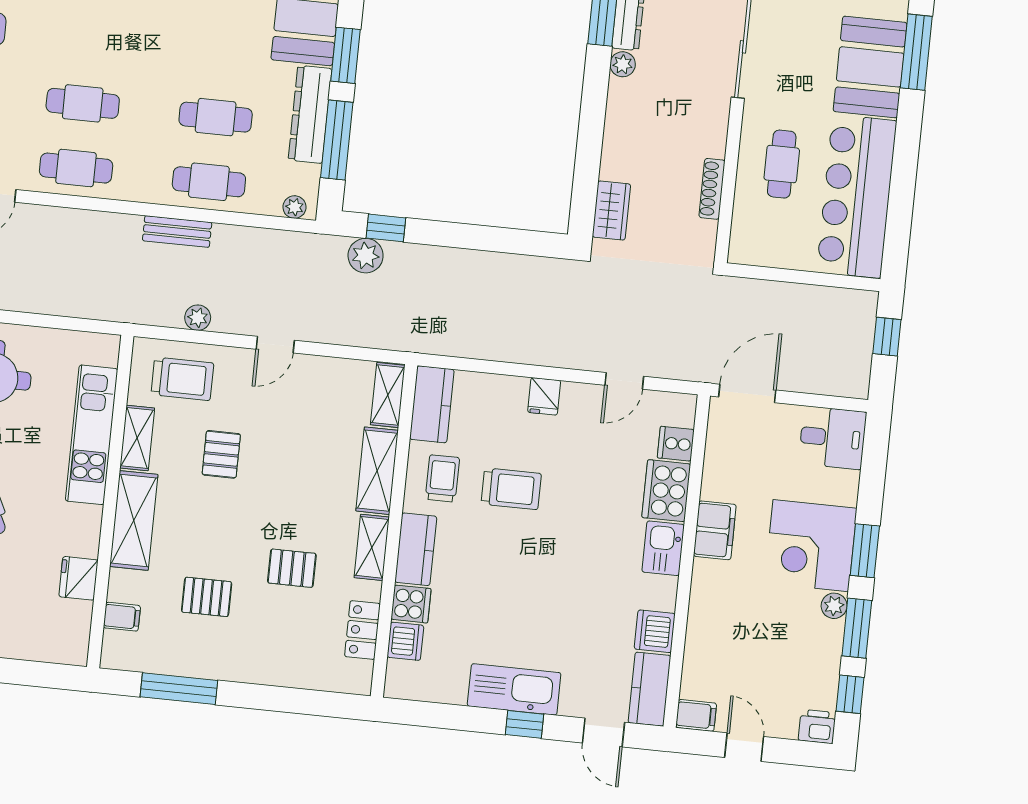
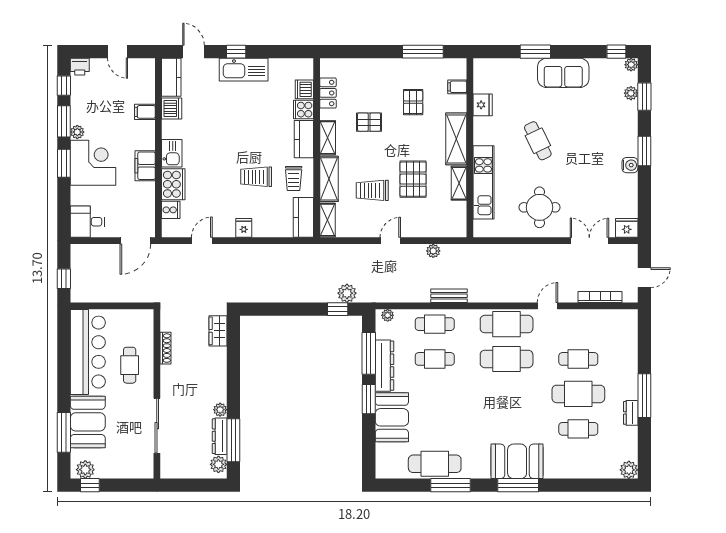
cafe table: (83, 103) -> (507, 359), width x1.37, depth x1.35
cafe table: (76, 168) -> (507, 324), width x1.37, depth x1.35
trolley: (182, 379) -> (372, 190), moved
pallet: (221, 454) -> (413, 179), width x1.50, depth x1.42
pallet: (207, 597) -> (413, 102), turned 90
filing cabinet: (696, 715) -> (145, 112), moved

